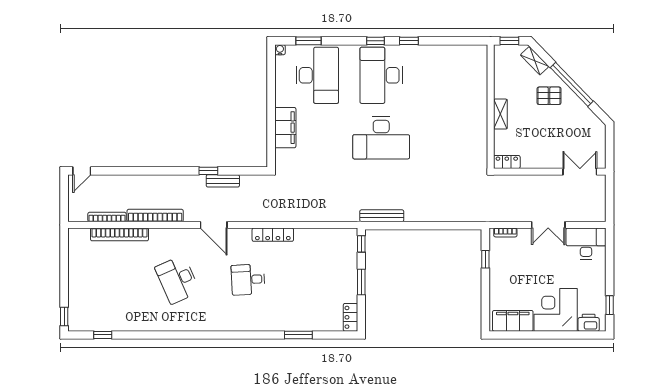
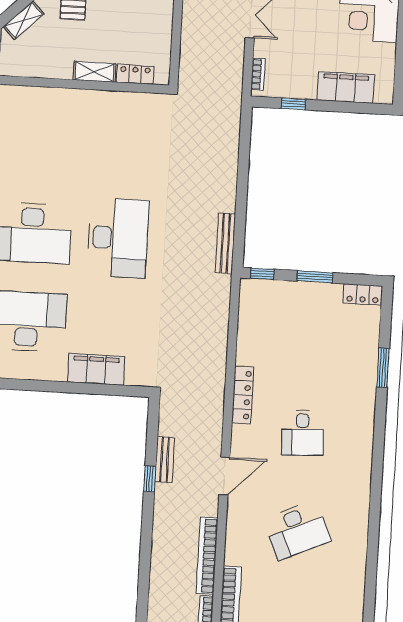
locker: (507, 162) -> (135, 74), moved, turned 90
filing cabinet: (513, 321) -> (346, 87), moved, turned 90

